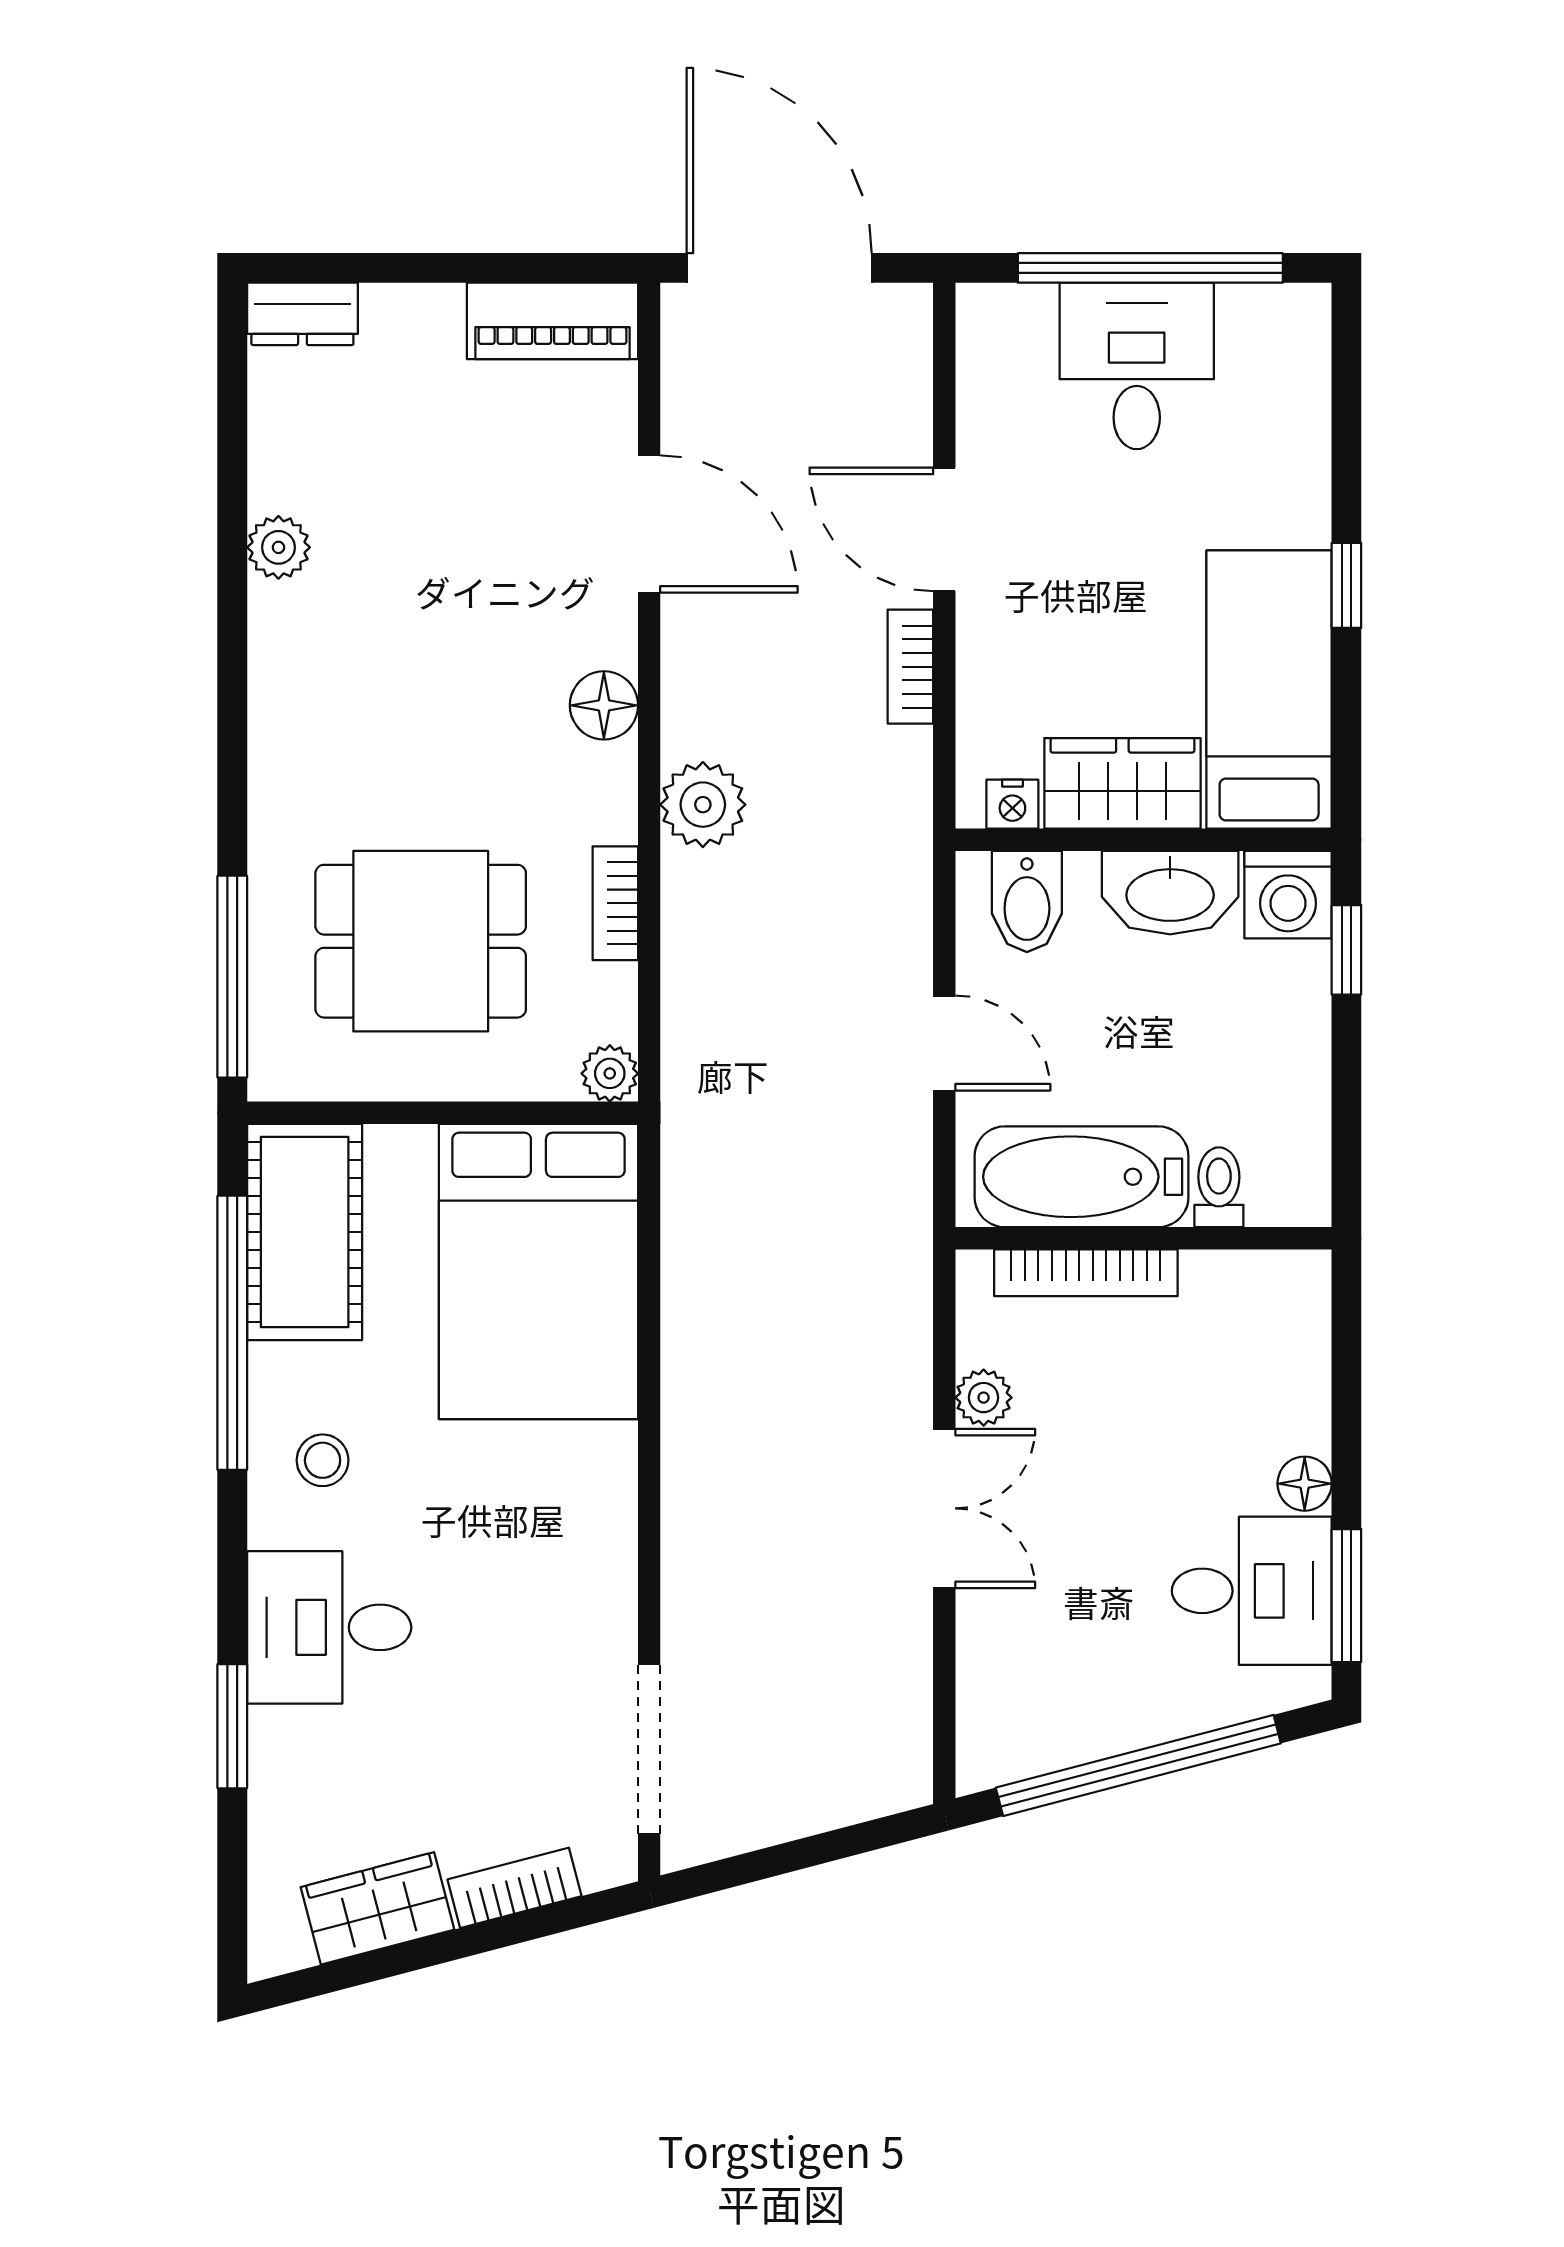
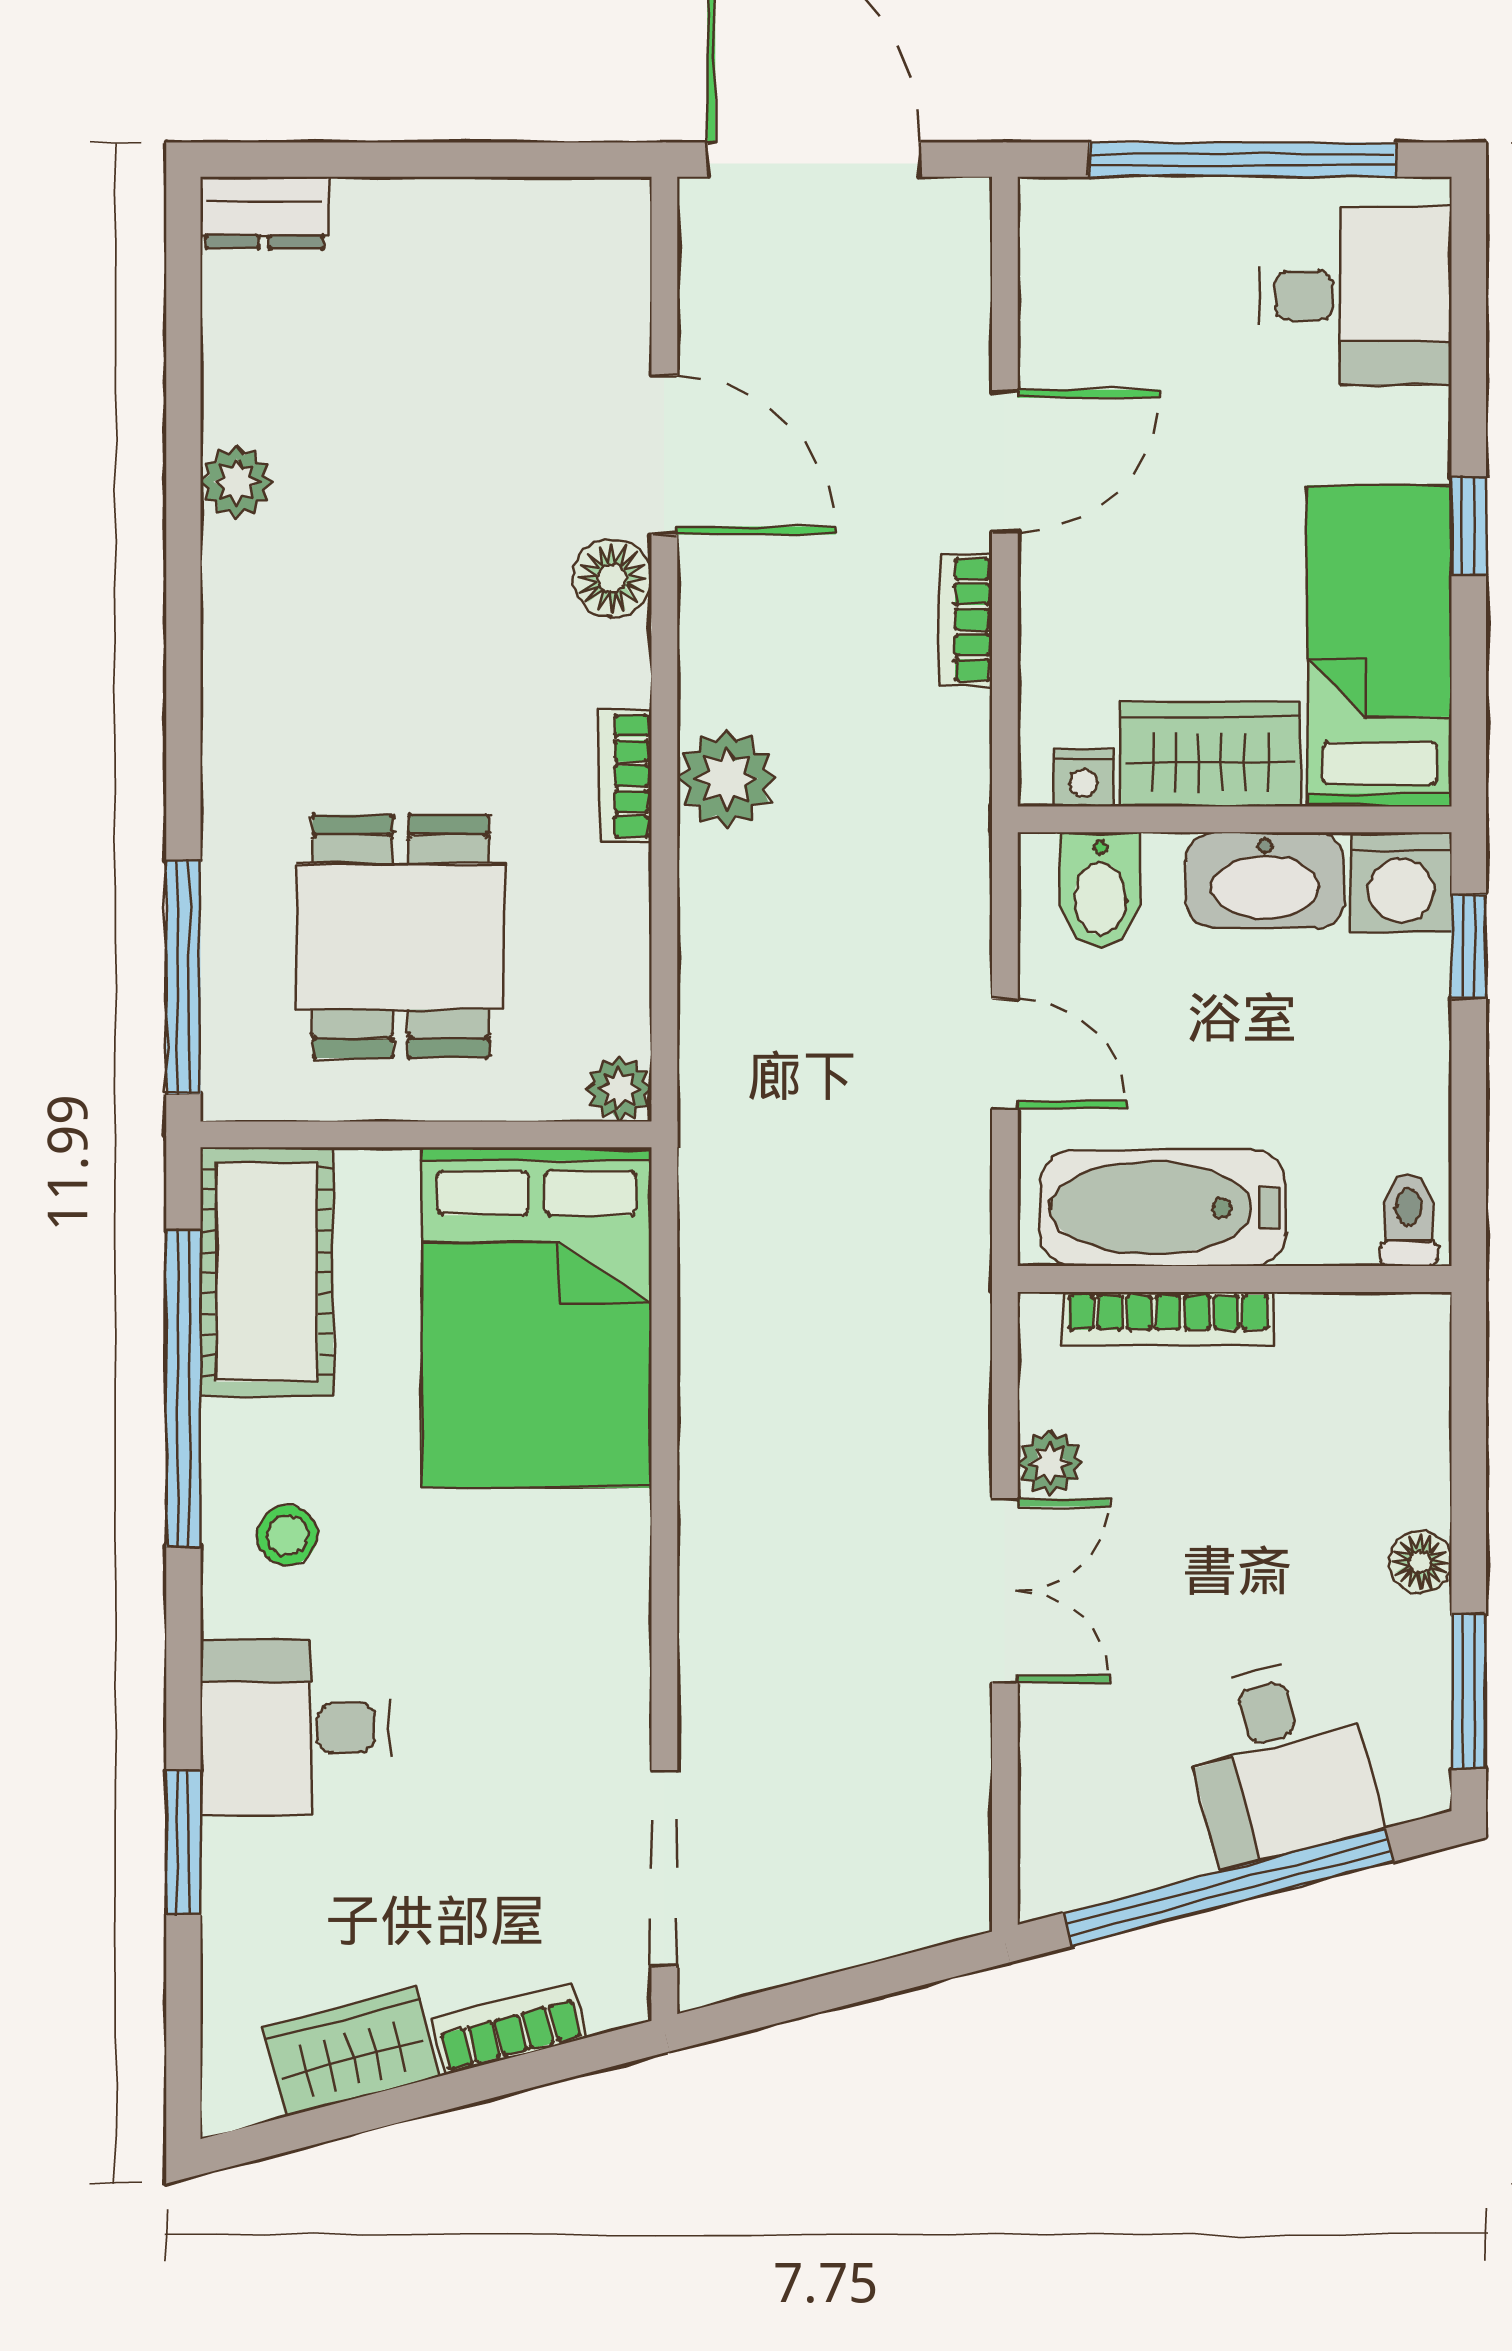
piano: (553, 321) -> (553, 221), removed
desk: (1137, 366) -> (1356, 295), moved, turned 90
door: (944, 529) -> (1005, 461), swing flipped
floor lamp: (604, 705) -> (612, 578), moved
bookcase: (615, 903) -> (625, 776), moved
dining table: (421, 941) -> (401, 936), turned 90
toilet: (1219, 1187) -> (1408, 1220), moved
desk: (1252, 1591) -> (1280, 1761), moved, turned 75

